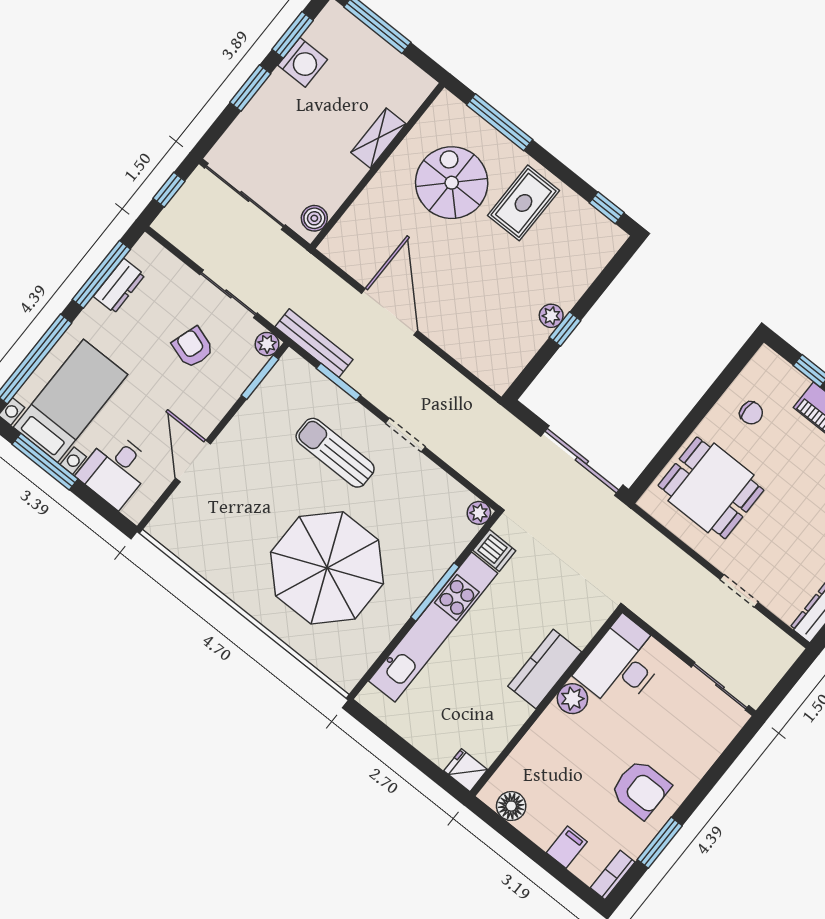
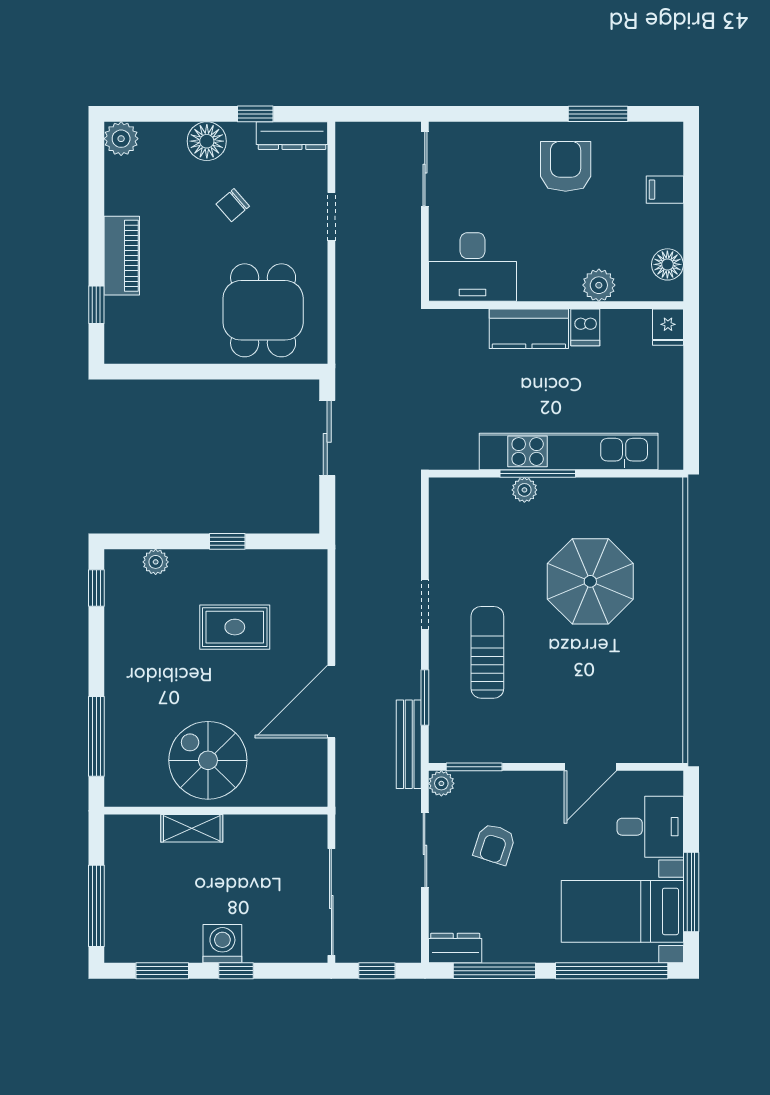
washing machine: (303, 62) -> (222, 944), moved
window: (250, 88) -> (236, 971), width x0.67
spiral stairs: (452, 183) -> (208, 760), moved, turned 90
rug: (523, 203) -> (235, 627), moved
boiler: (314, 218) -> (303, 828), removed
dresser: (119, 286) -> (455, 948), moved
plant: (551, 316) -> (156, 562), moved
chair: (751, 413) -> (233, 205), moved, turned -131
sun lounger: (335, 453) -> (487, 652), turned 180
sliding door: (582, 461) -> (327, 438), width x0.73
plant: (479, 513) -> (524, 490), moved
dishwasher: (494, 550) -> (585, 327), moved, turned 180
parasol: (327, 568) -> (590, 581), width x0.73, depth x0.73
plant: (572, 699) -> (599, 285), moved
bookcase: (613, 875) -> (657, 132), removed

